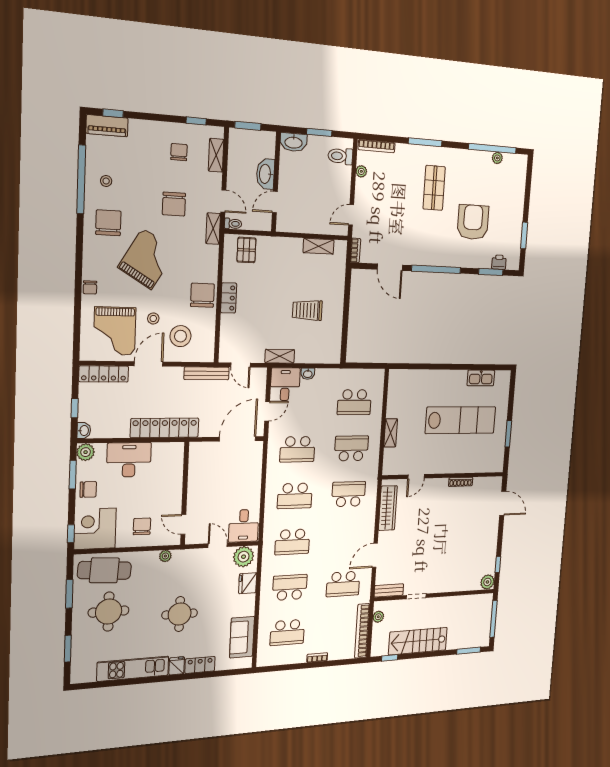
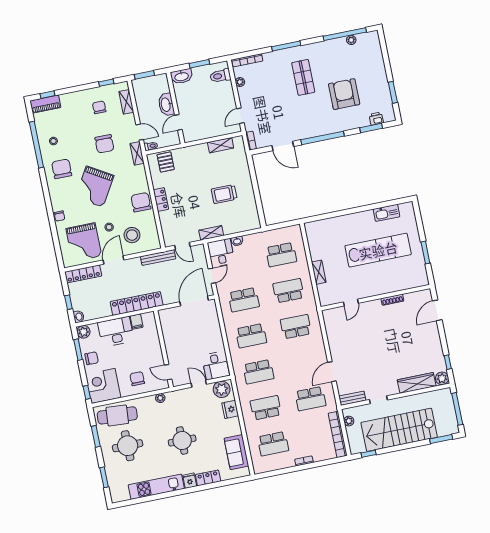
grand piano: (147, 259) -> (95, 187), turned 180
filing cabinet: (159, 452) -> (137, 322), added
door: (503, 503) -> (437, 310), swing flipped
wardrobe: (388, 508) -> (417, 383), moved, turned -90
stairs: (418, 641) -> (399, 430), width x1.36, depth x1.51

